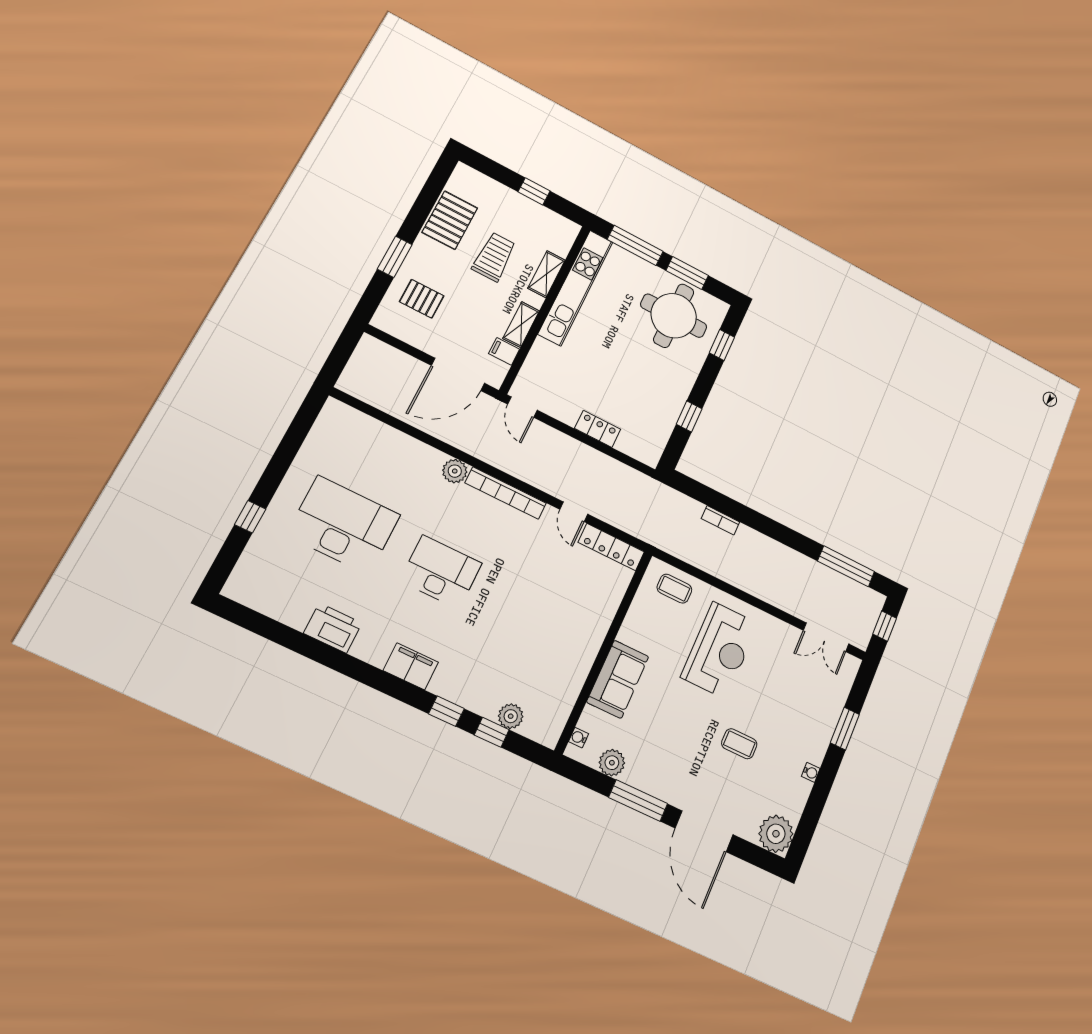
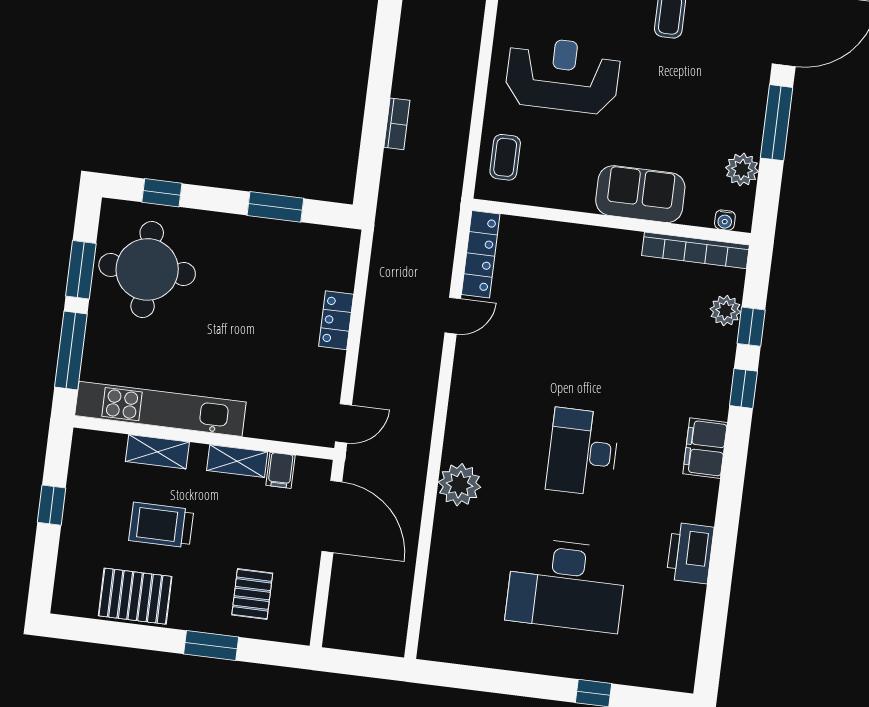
window: (689, 416) -> (275, 207), width x1.50
plant: (455, 471) -> (459, 485), width x1.36, depth x1.36
bookcase: (506, 493) -> (696, 250), moved, turned 90
desk: (343, 525) -> (566, 585), turned -90

